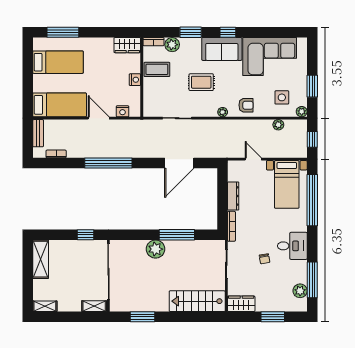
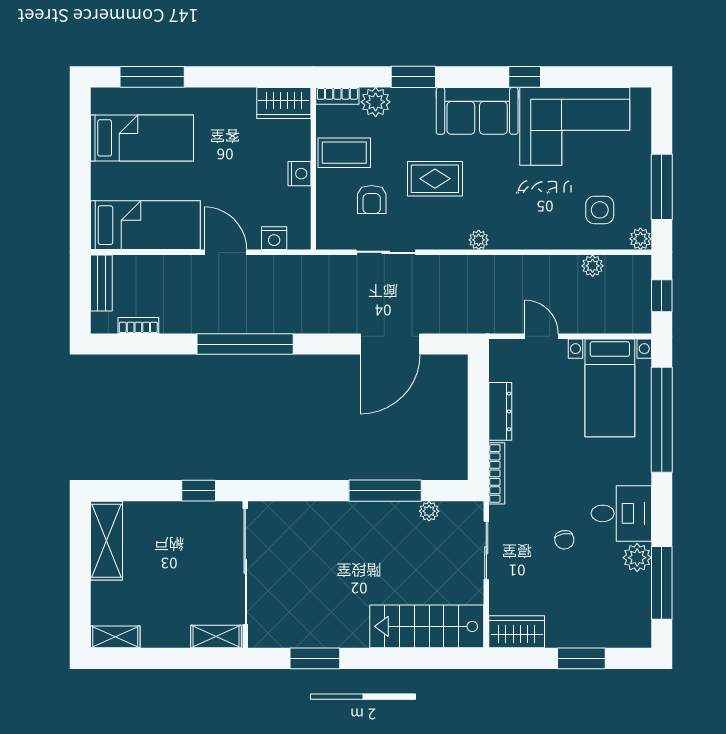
window: (228, 32) -> (525, 77), moved
window: (312, 86) -> (662, 187), width x1.44
armchair: (246, 105) -> (372, 200), moved, turned 90
plant: (156, 249) -> (429, 511), moved, width x0.53, depth x0.53
plant: (300, 291) -> (637, 558), moved

